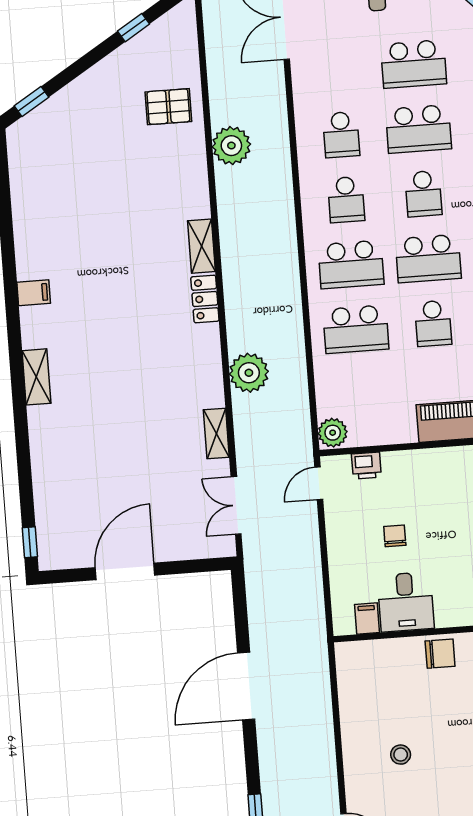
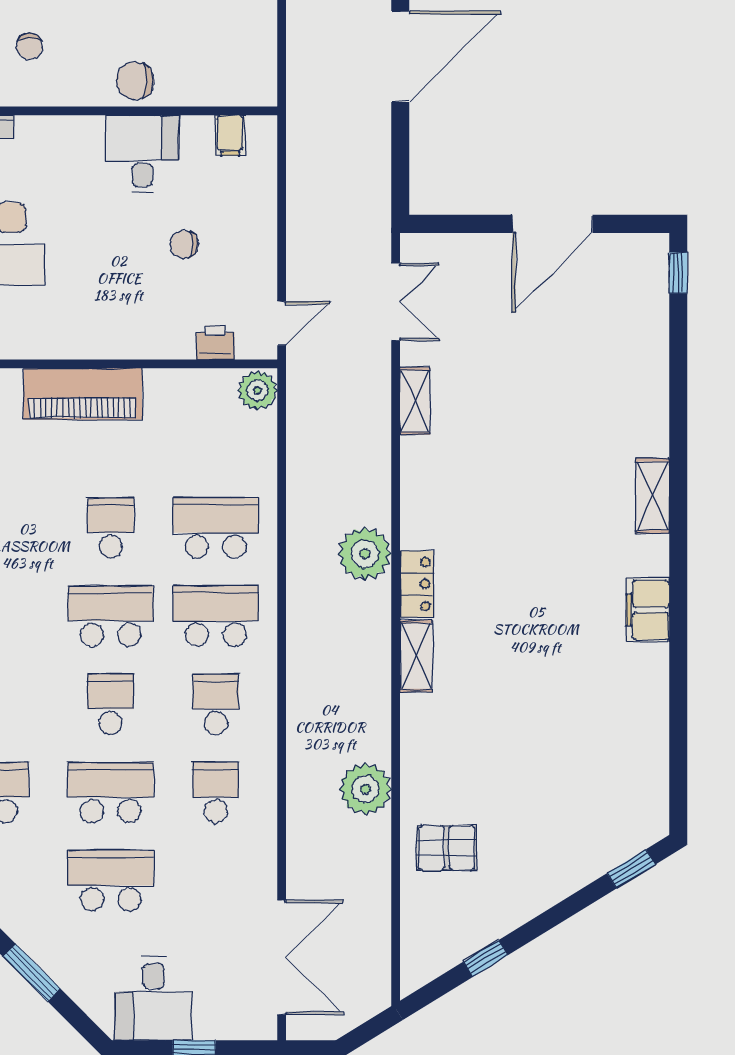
filing cabinet: (34, 293) -> (648, 610), width x2.00
plant: (249, 373) -> (365, 554), moved
chair: (395, 536) -> (184, 244), turned 90
desk: (406, 602) -> (143, 154), moved

